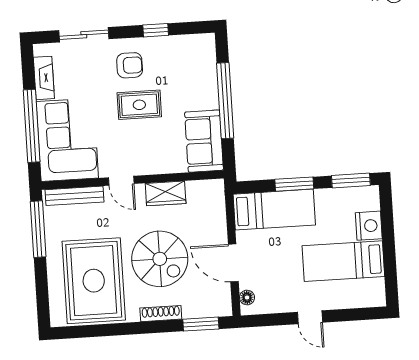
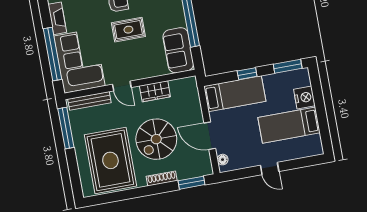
window: (294, 184) -> (247, 74), width x0.67
spiral stairs: (160, 259) -> (156, 139), turned 90

